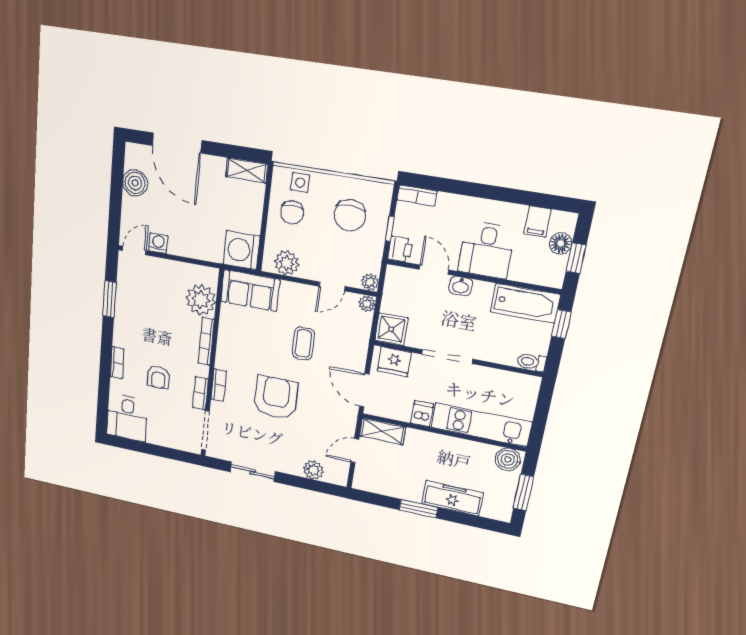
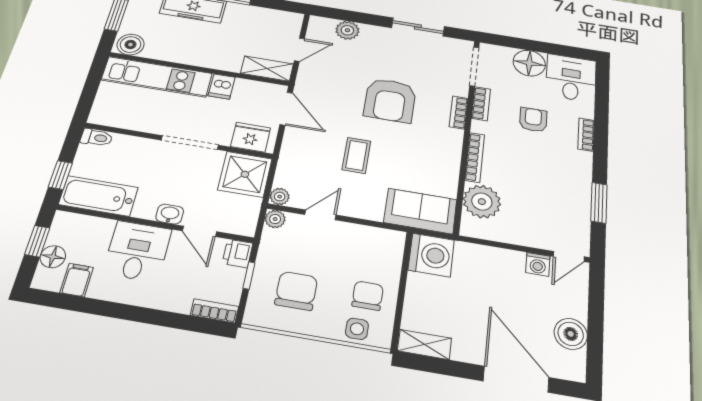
plant: (287, 263) -> (375, 240), removed
shower: (391, 329) -> (245, 174), width x1.36, depth x1.36
floor lamp: (160, 433) -> (529, 63), added

